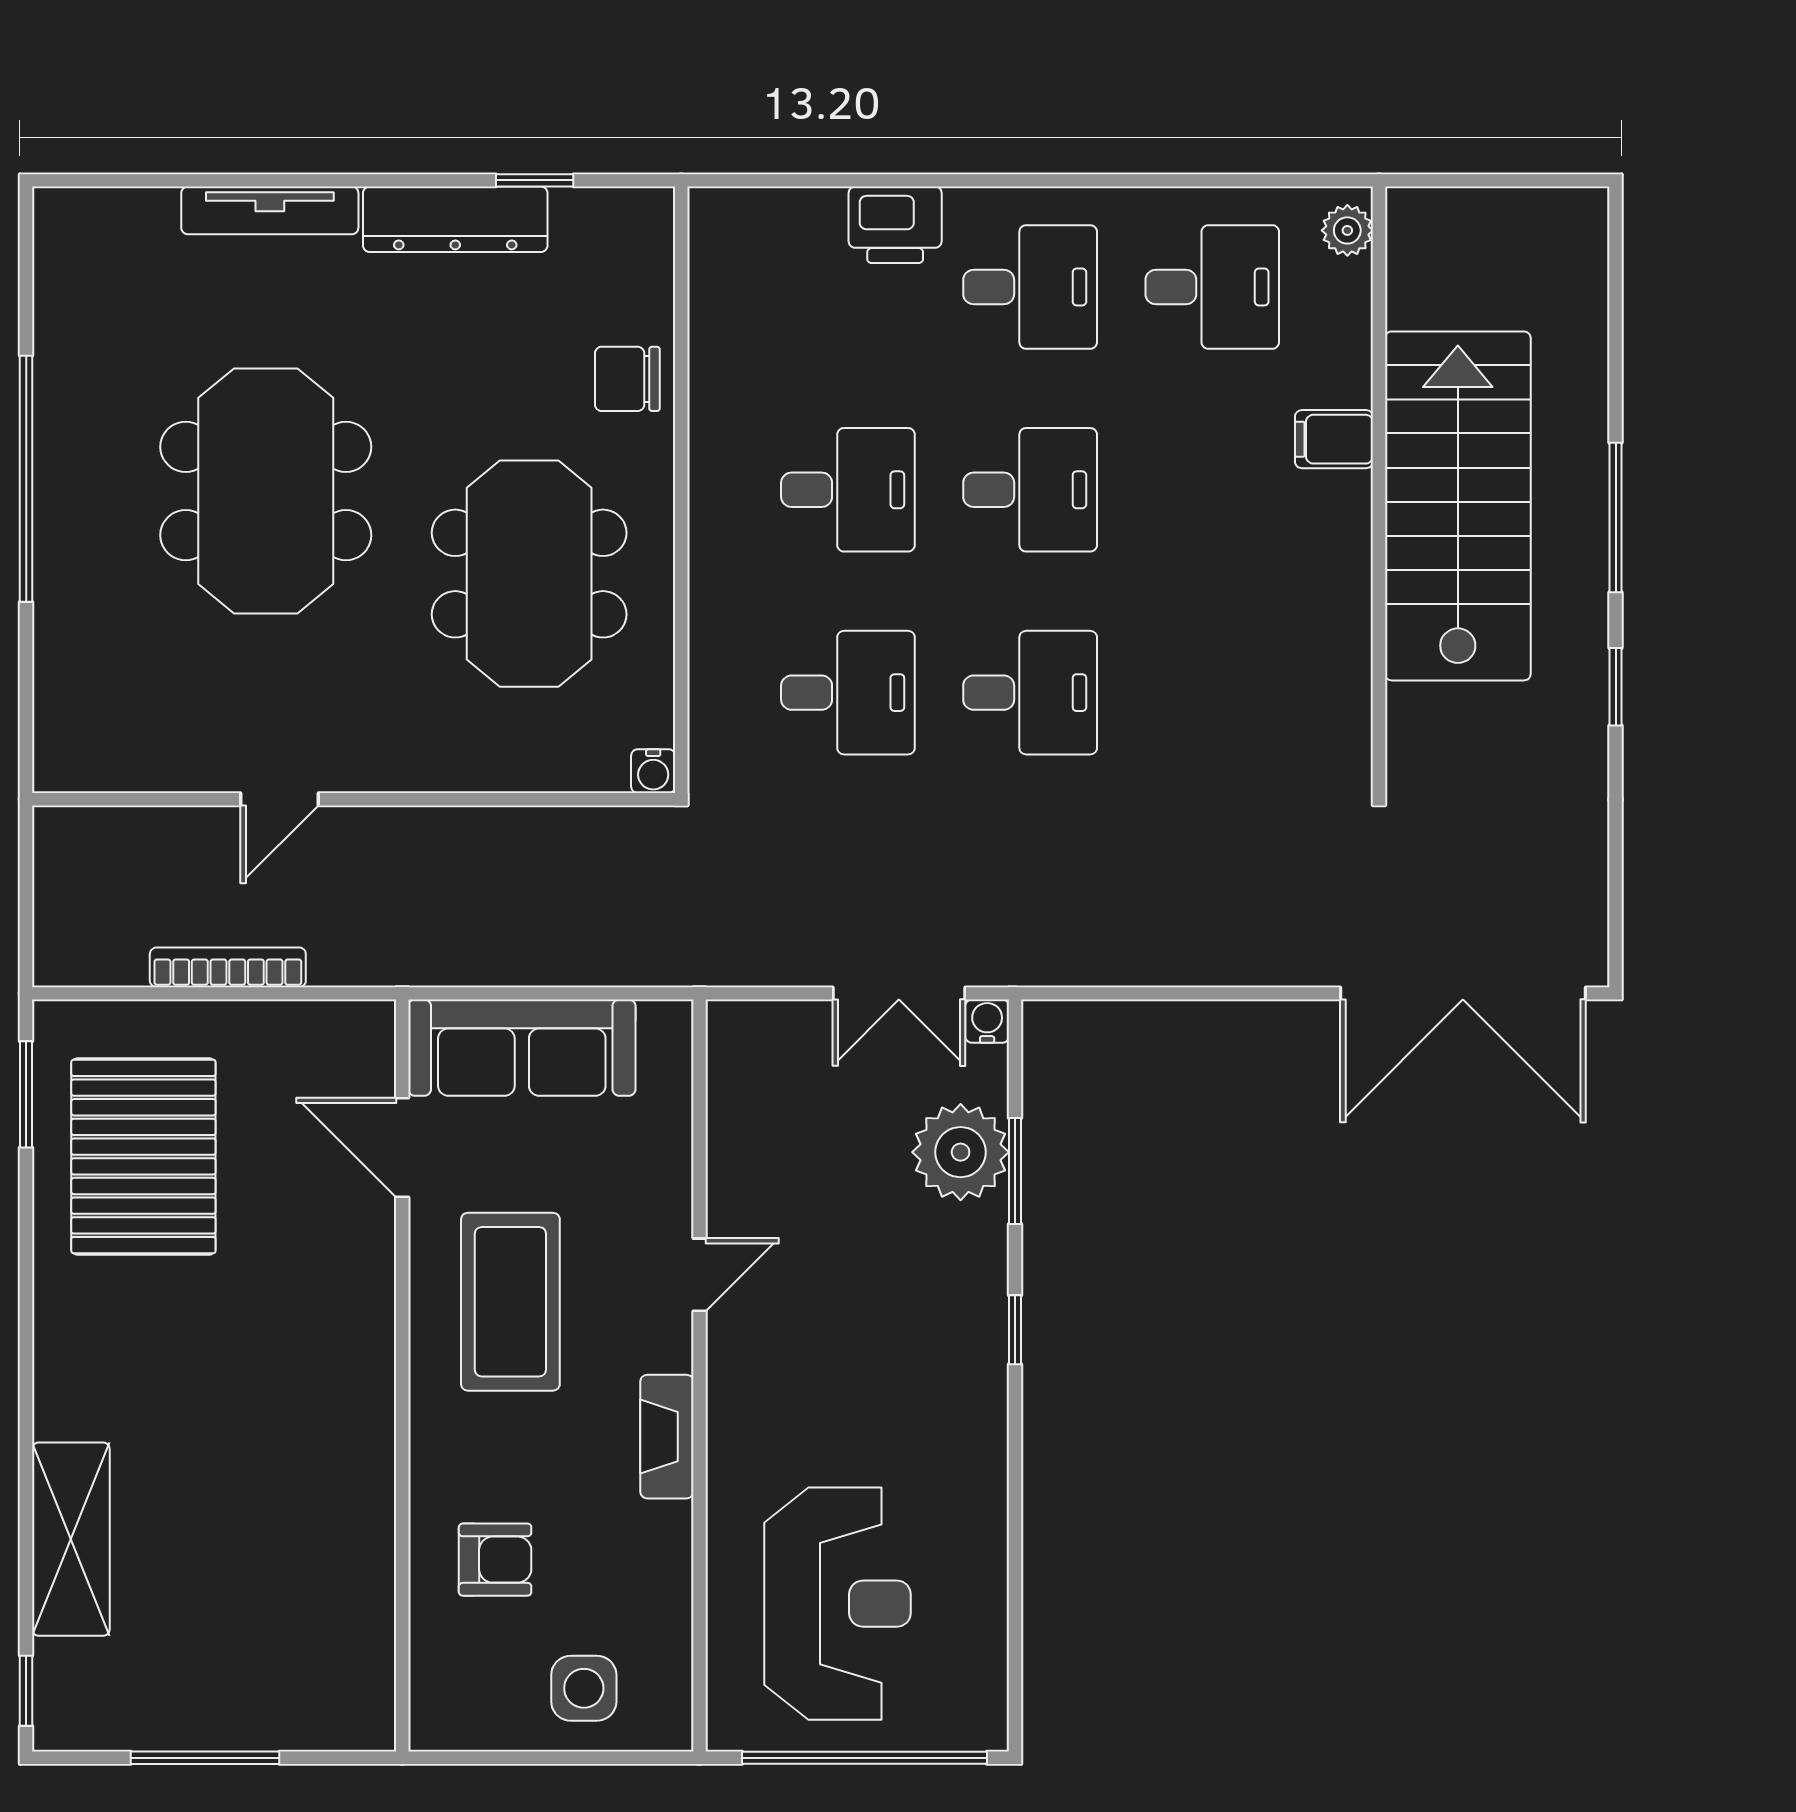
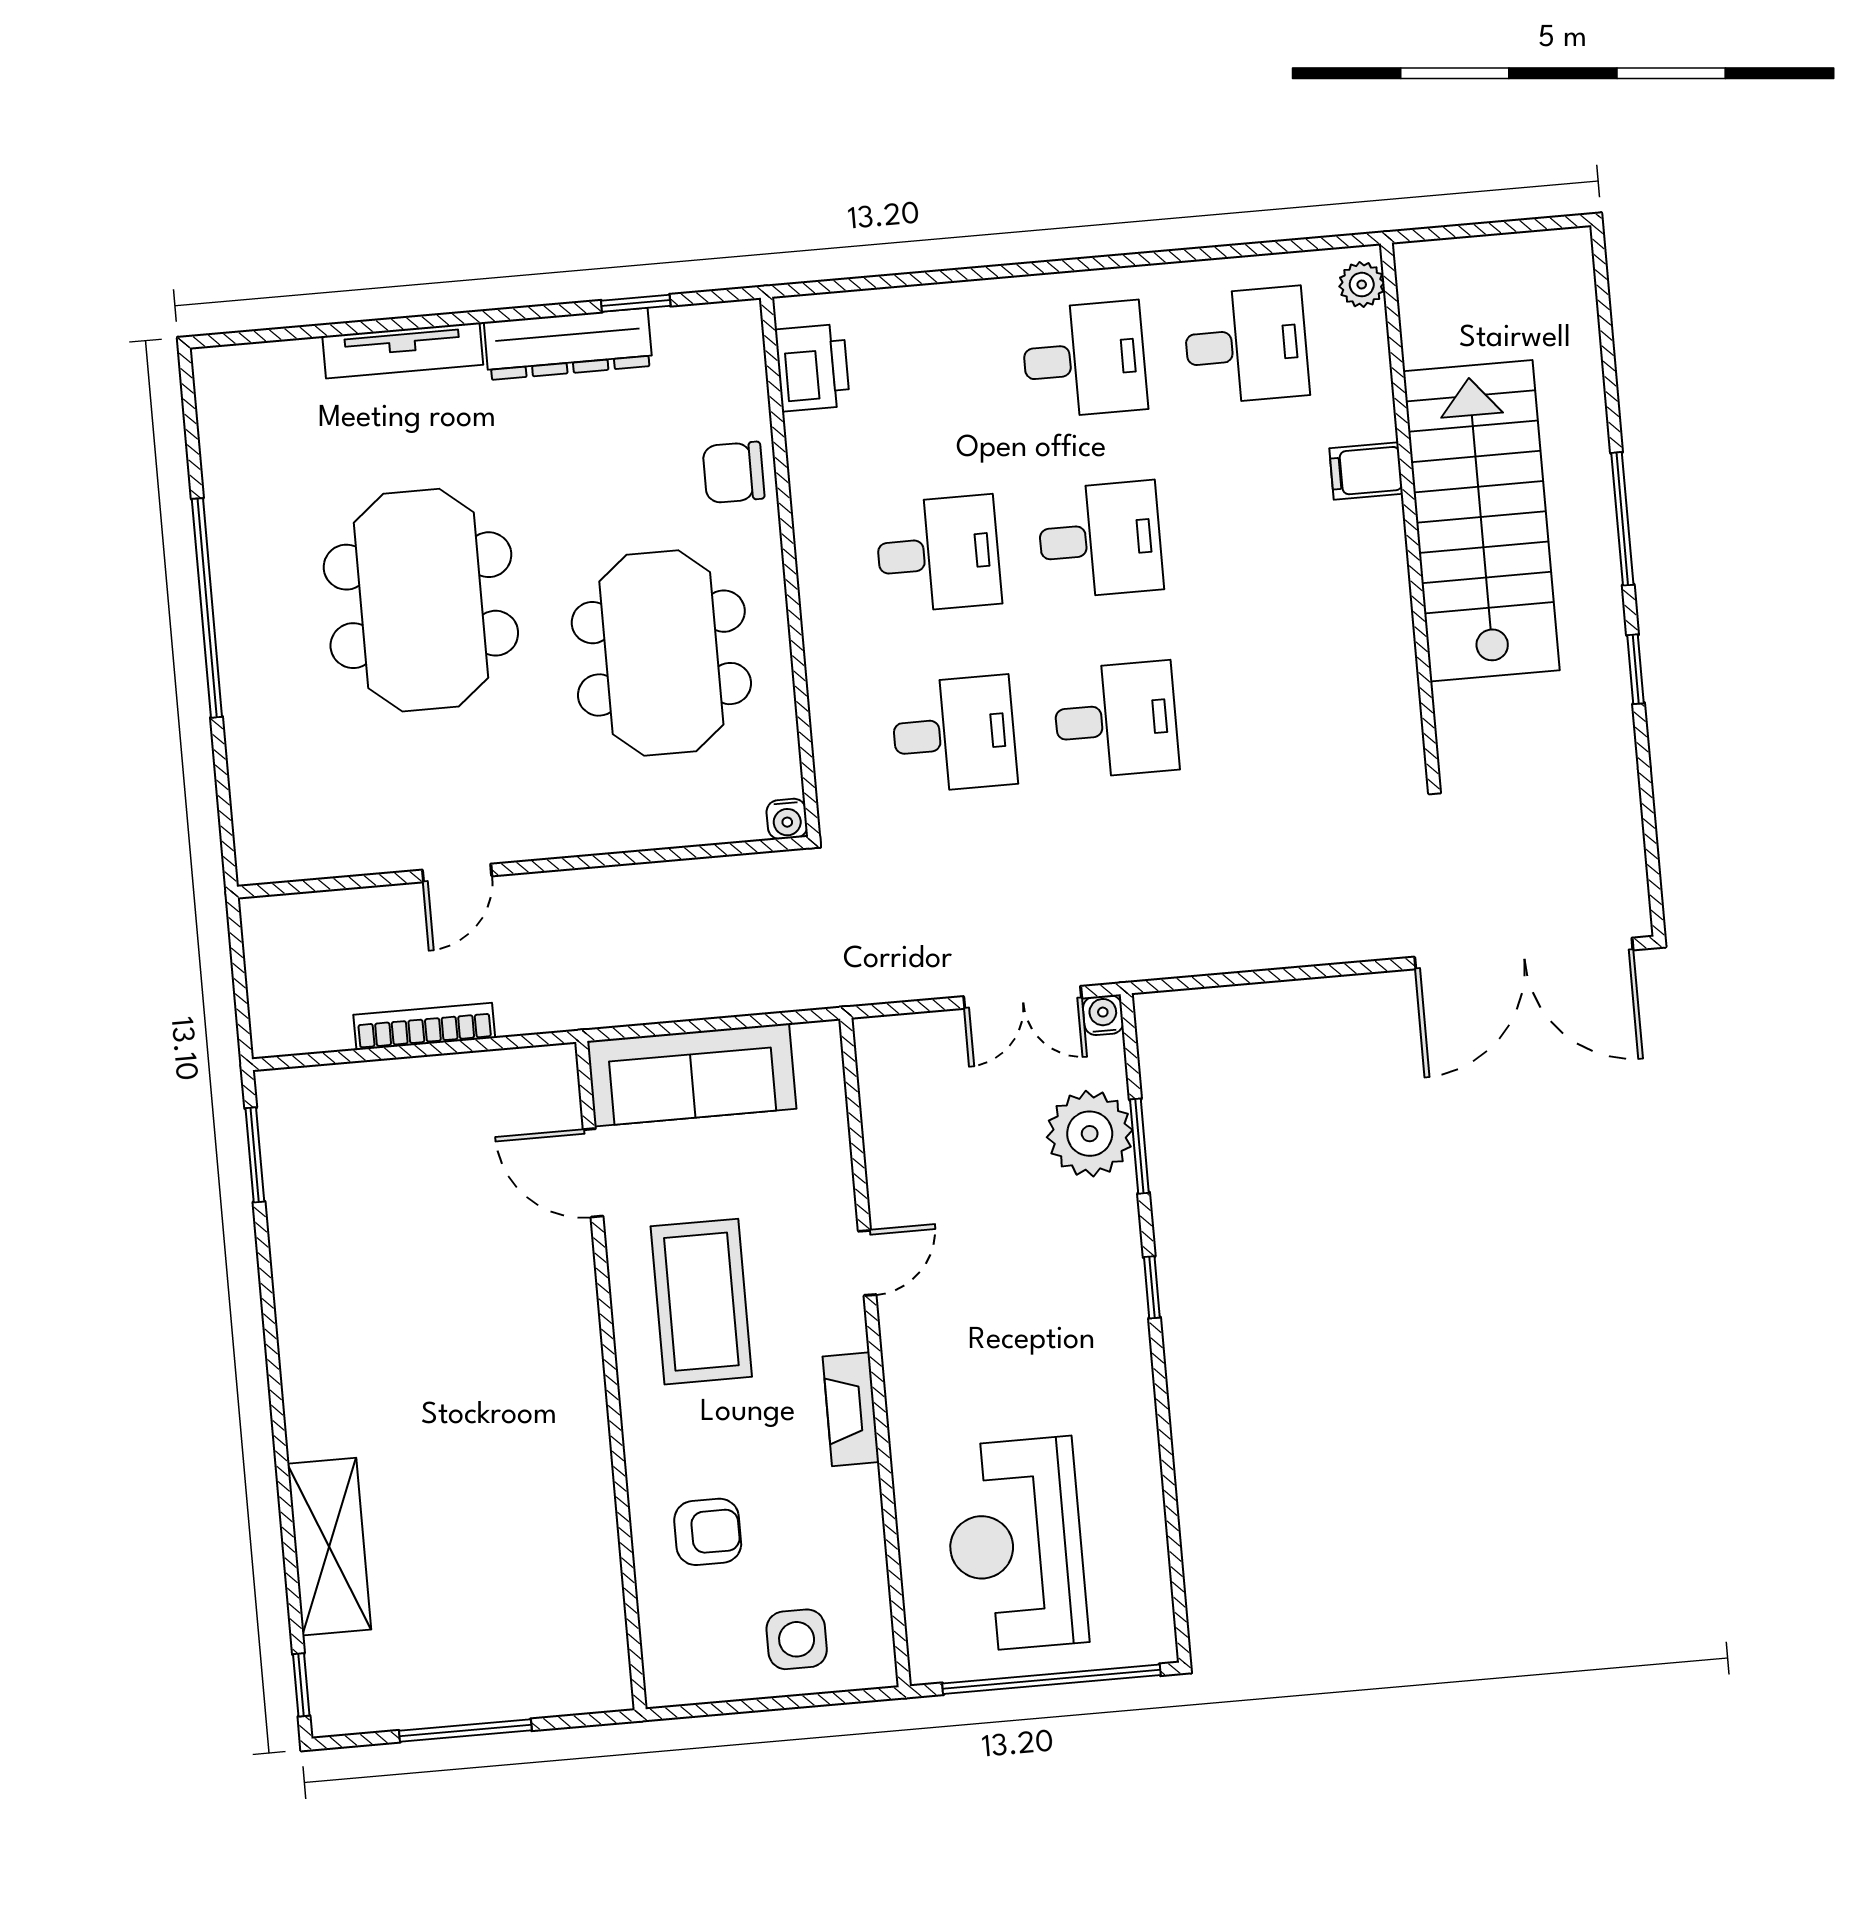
printer: (895, 225) -> (812, 368), moved, turned -90
pallet: (143, 1156) -> (364, 1201), removed
reception desk: (838, 1604) -> (1015, 1544), turned 180

